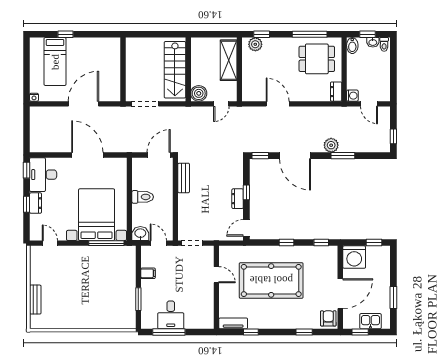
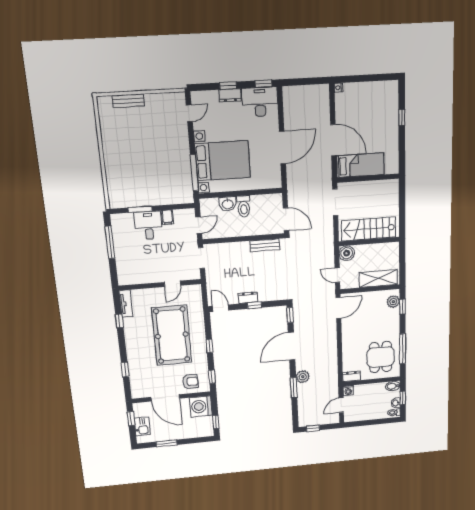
bed: (55, 62) -> (360, 165), moved, turned 180
door: (278, 104) -> (338, 308), moved
washbasin: (140, 234) -> (228, 204), moved, turned 90
desk: (171, 315) -> (149, 225), moved, turned 90
armchair: (328, 318) -> (190, 382), moved

